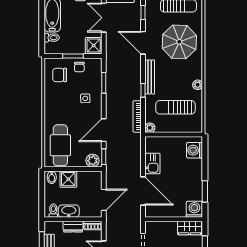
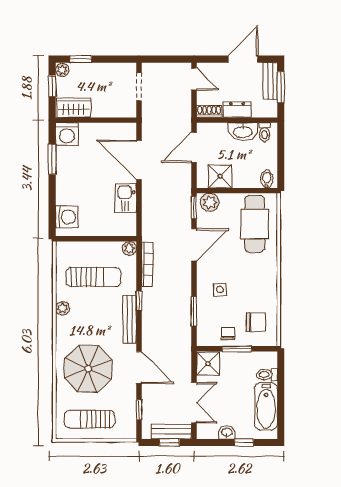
shower: (68, 179) -> (220, 176), moved

